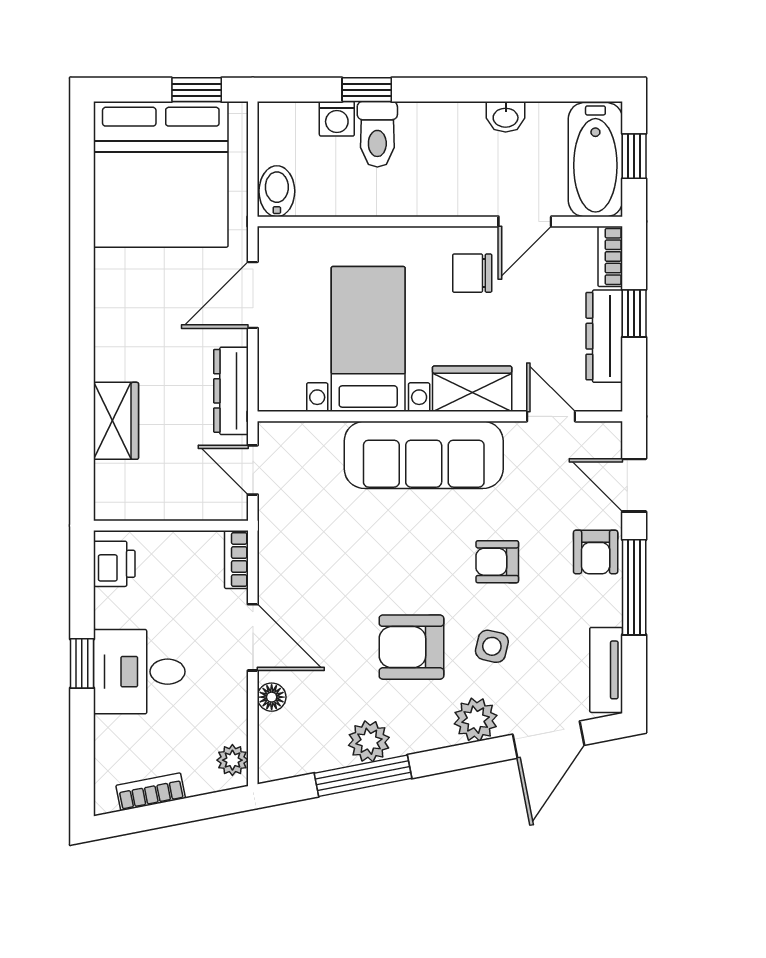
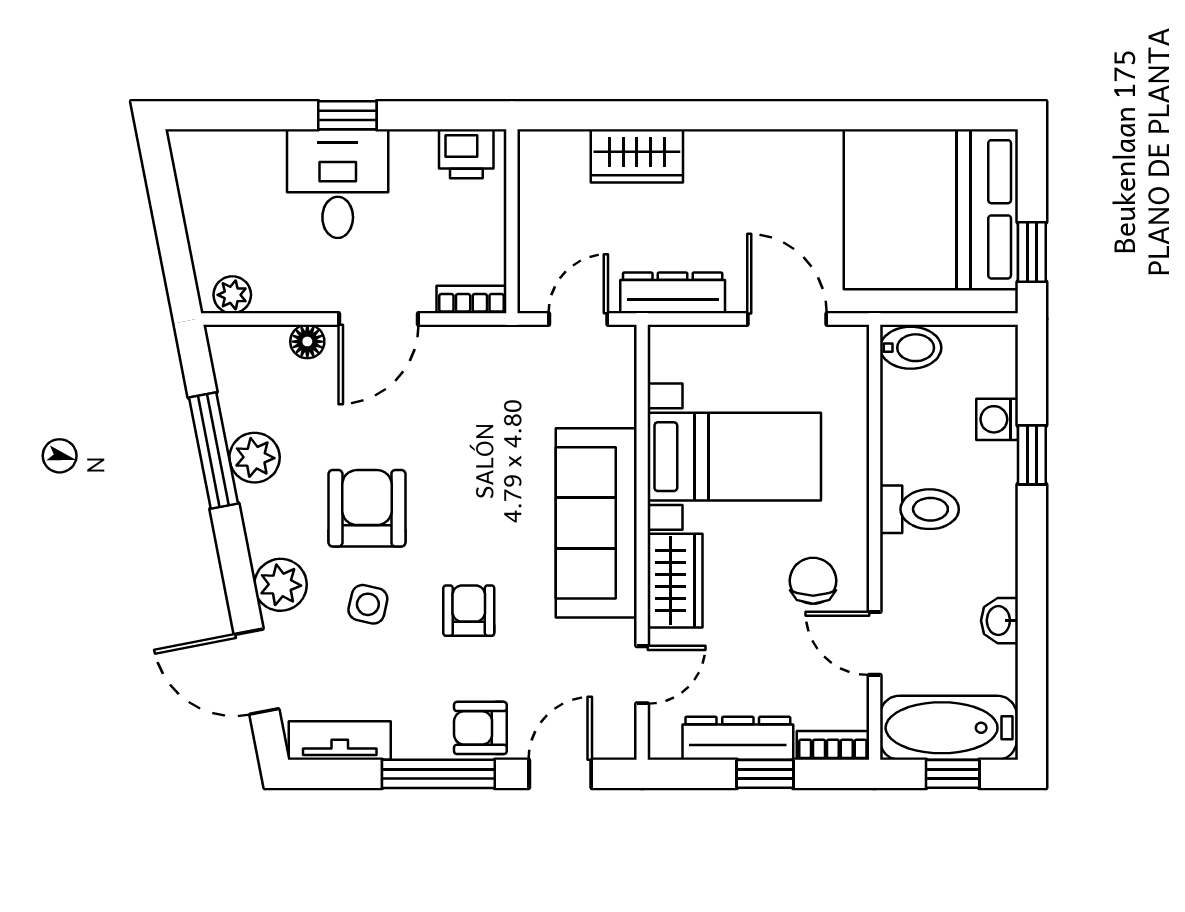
toilet: (377, 134) -> (919, 509), moved, turned 180
bookcase: (151, 792) -> (194, 197), removed

